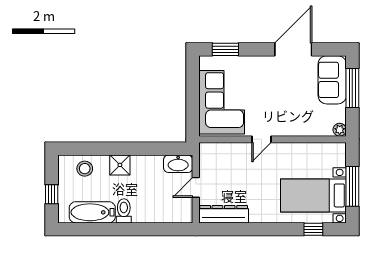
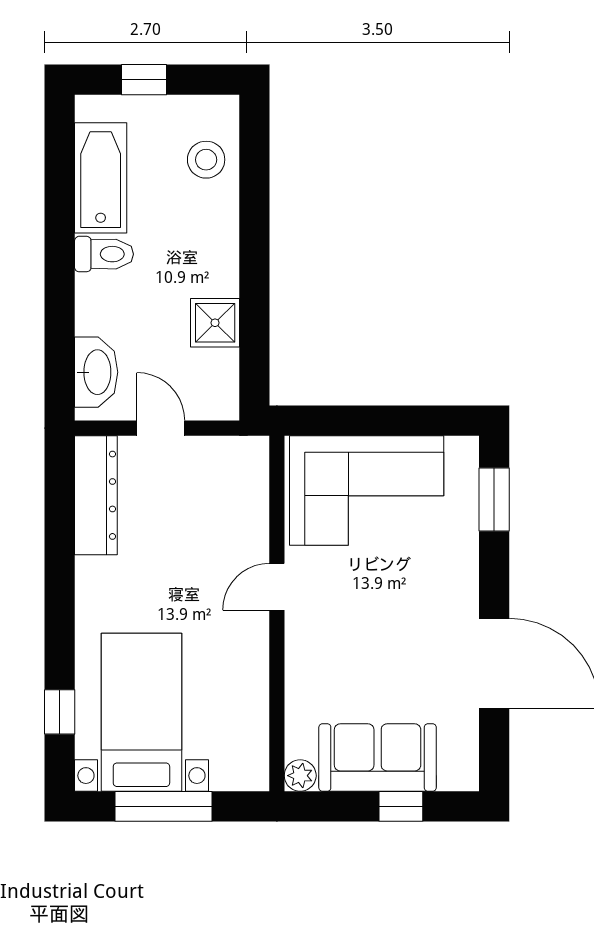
sofa: (332, 80) -> (378, 758), moved
window: (352, 88) -> (401, 806), width x0.46
door: (262, 139) -> (277, 587), hinge flipped
washbasin: (178, 164) -> (96, 372), moved, turned 180
shower: (120, 165) -> (215, 323), moved

